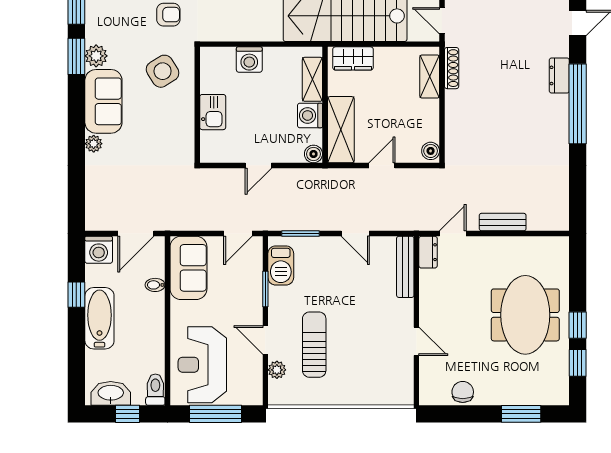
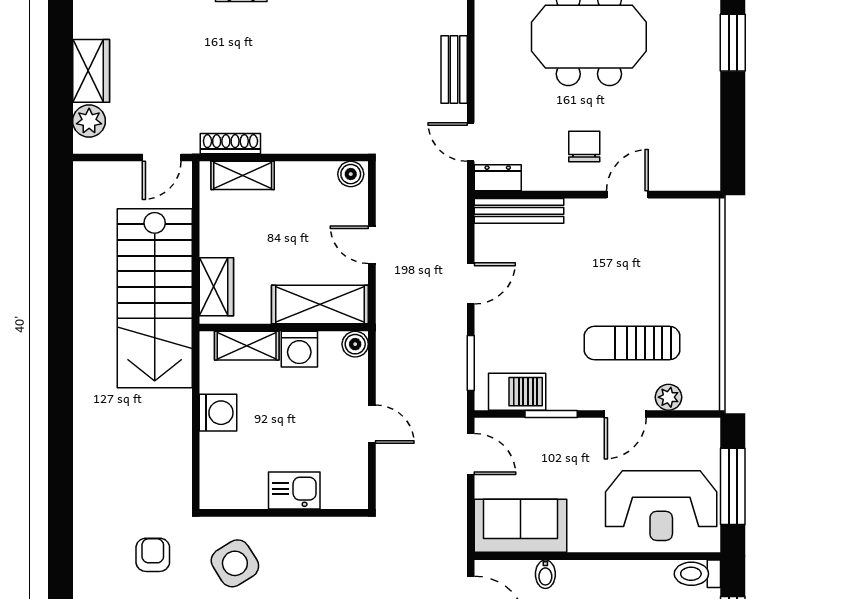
washing machine: (249, 60) -> (218, 413), moved
chair: (463, 392) -> (584, 147), moved, turned 90

